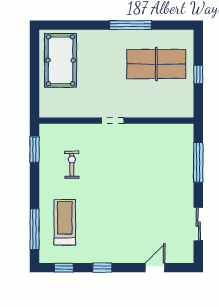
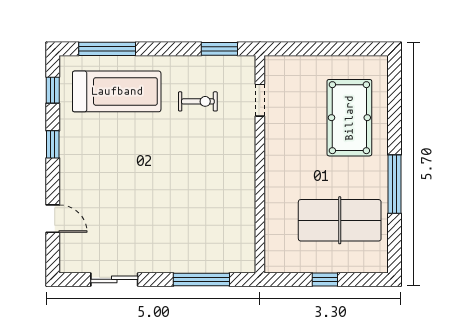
pool table: (61, 60) -> (349, 118), moved, turned 90
table tennis table: (156, 64) -> (340, 220), turned 90
doorway: (113, 121) -> (260, 100), moved
treadmill: (65, 222) -> (117, 91), width x1.37, depth x1.38

